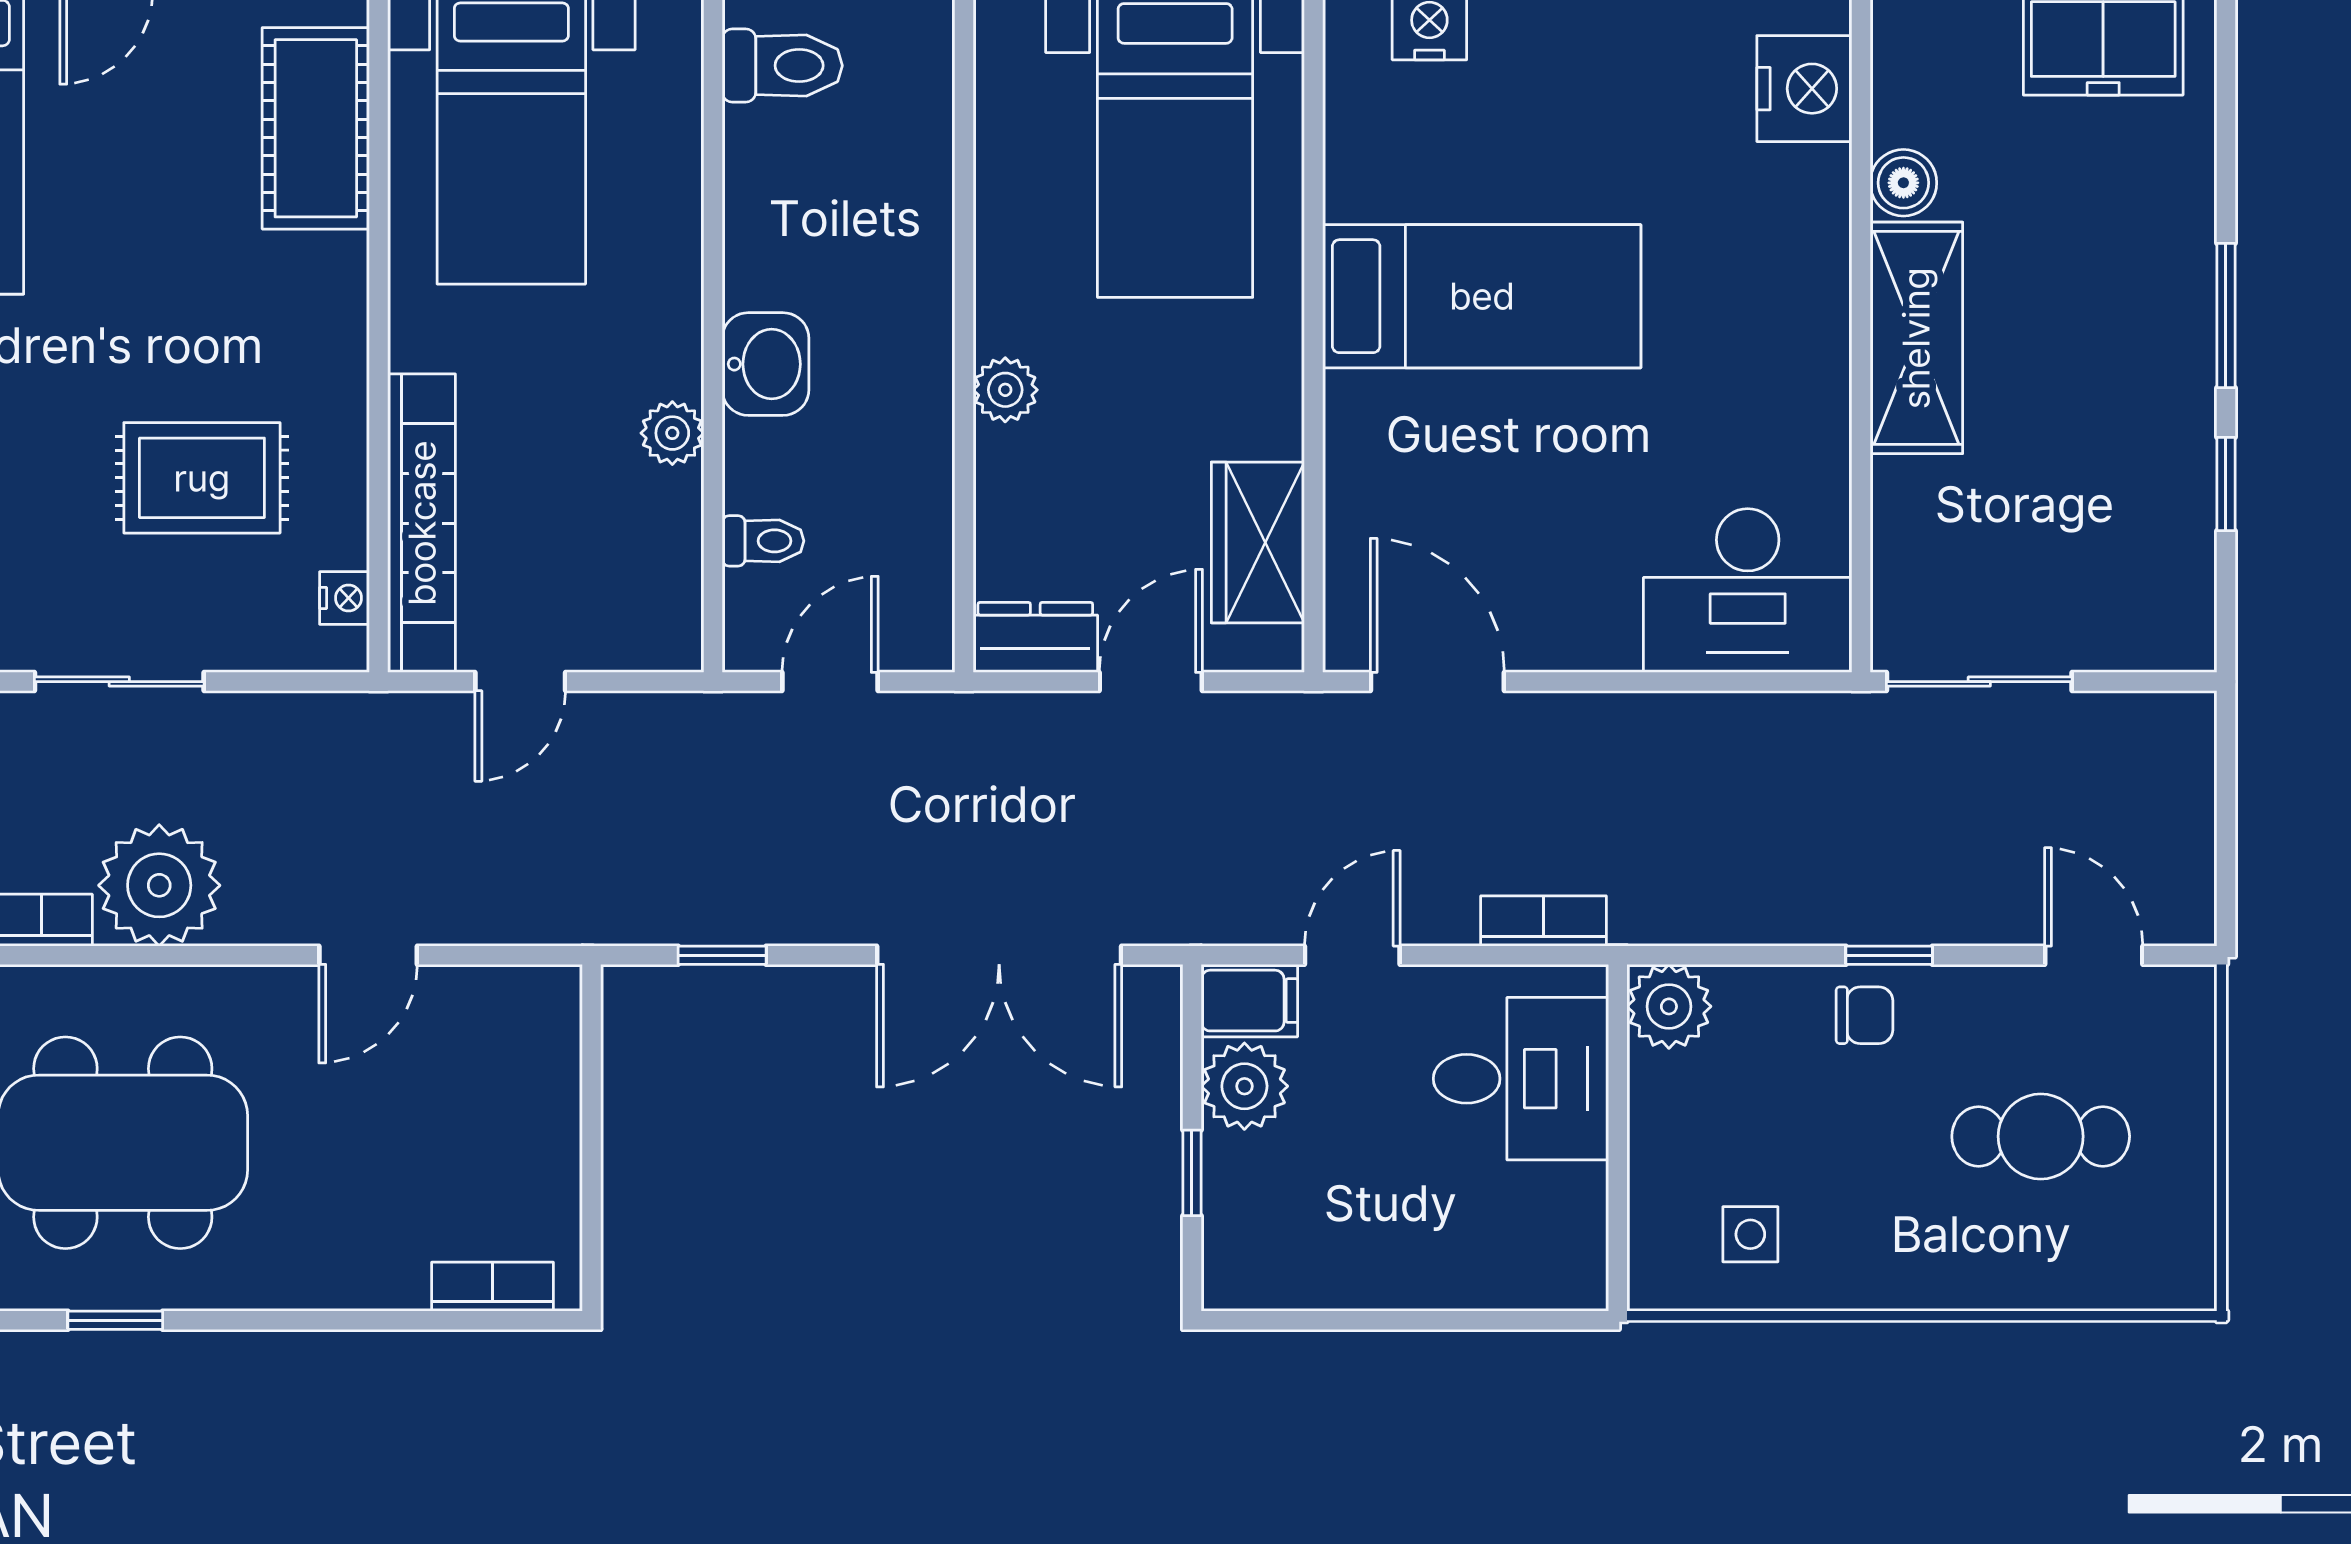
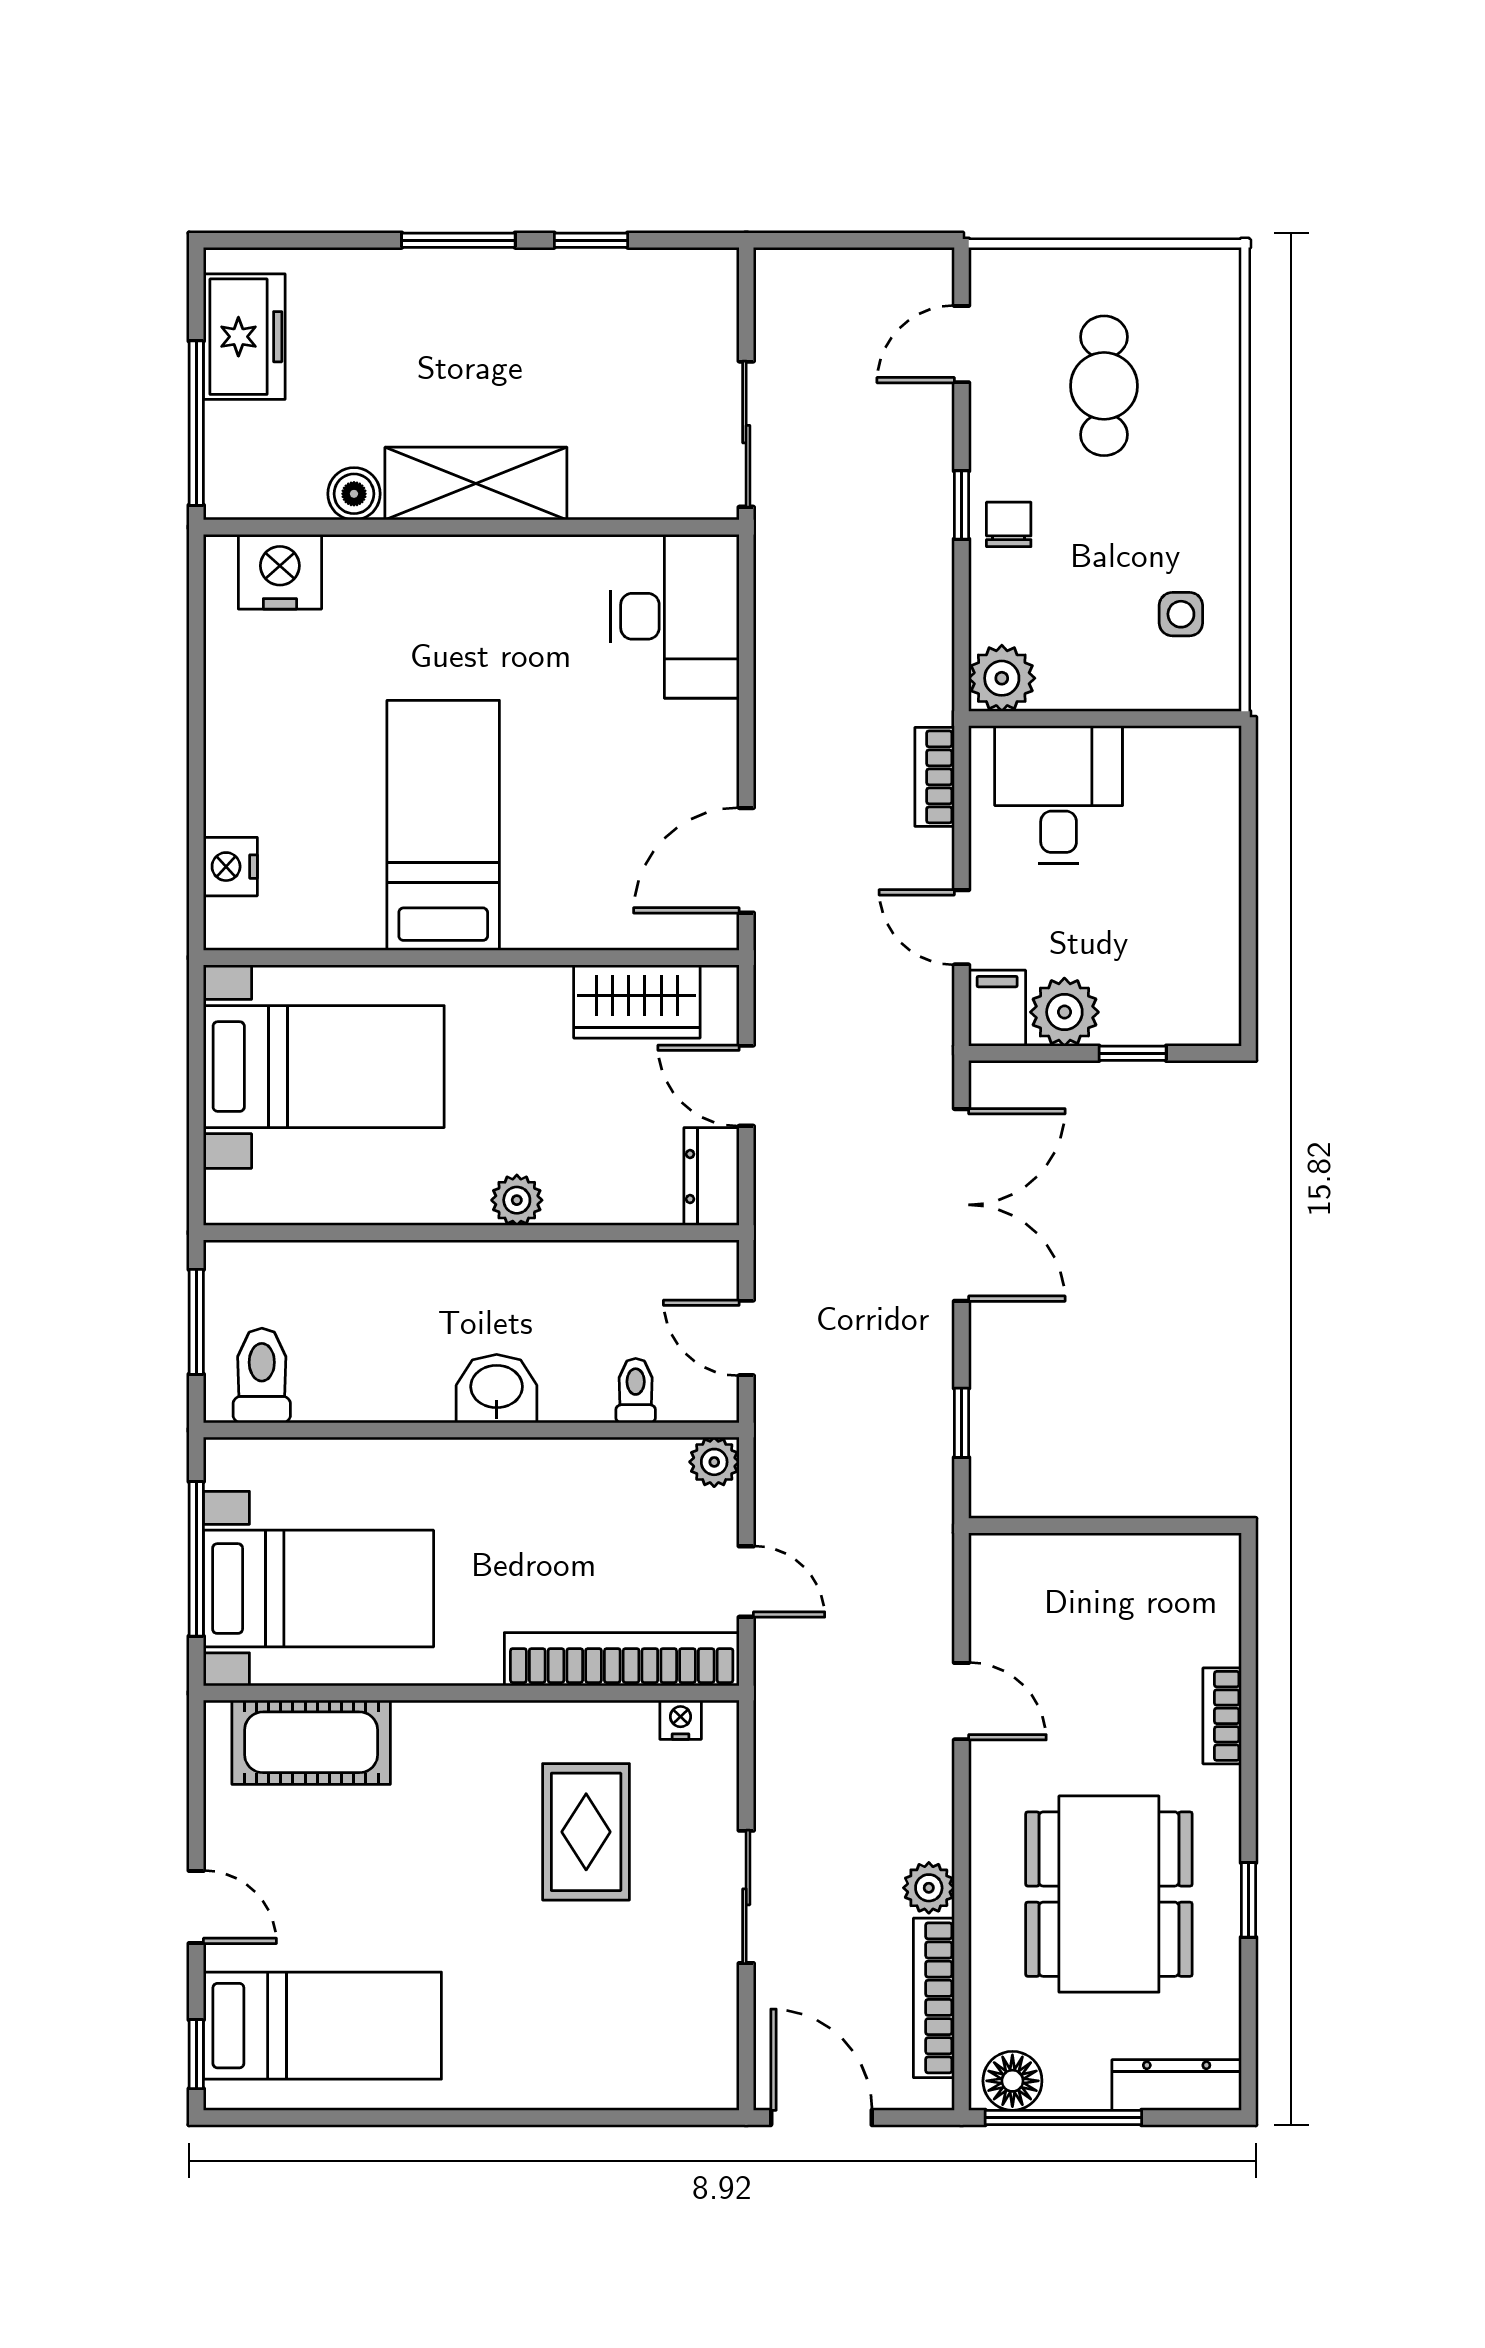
plant: (672, 433) -> (714, 1462), moved
plant: (159, 885) -> (929, 1888), width x0.53, depth x0.53
bookcase: (493, 1287) -> (1222, 1716), moved

